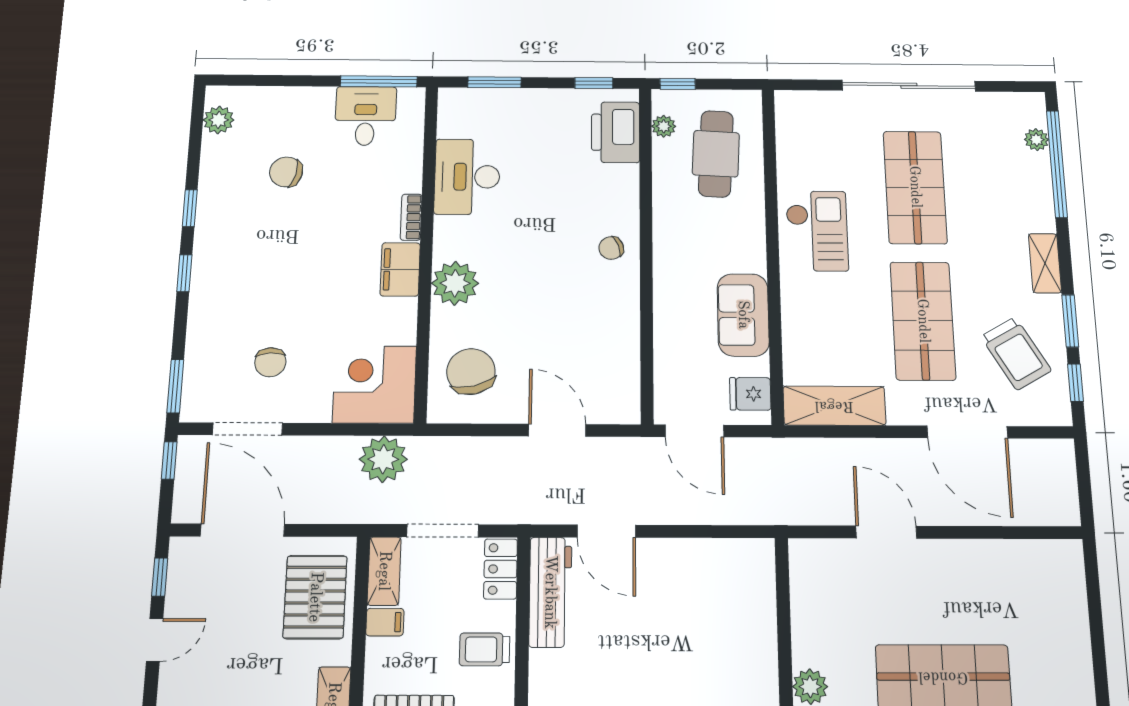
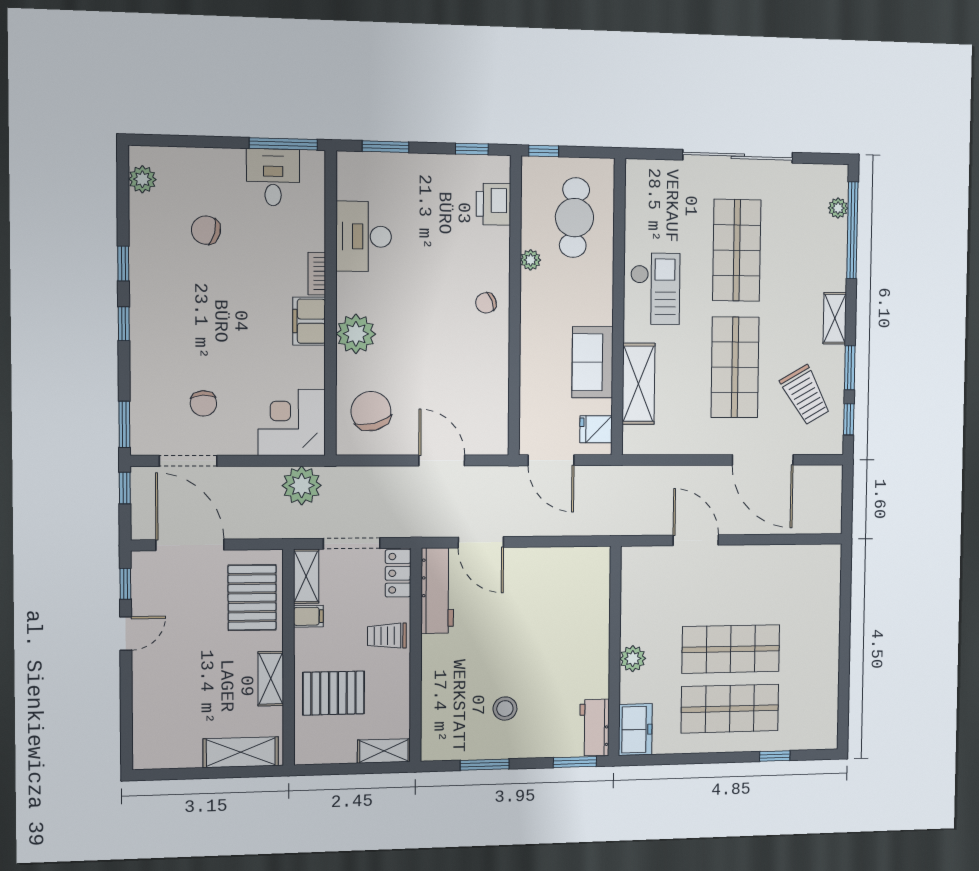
plant: (664, 126) -> (531, 260), moved
printer: (616, 132) -> (493, 204), width x0.73, depth x0.84
shelving: (834, 406) -> (638, 384), moved, turned 90

